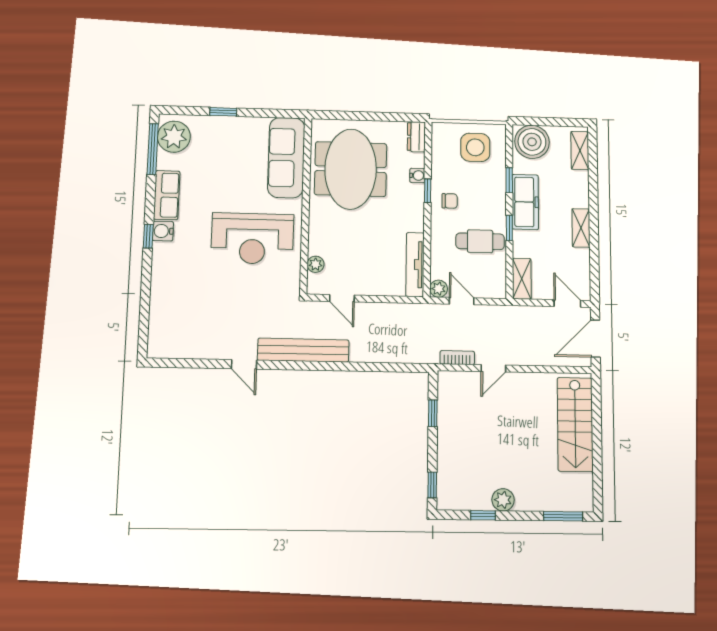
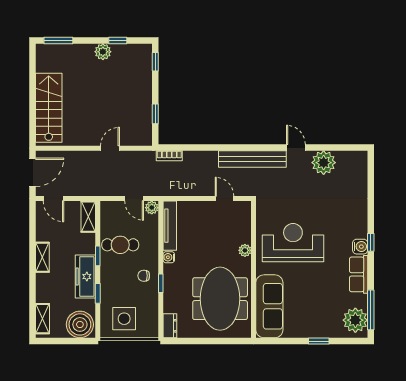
water cooler: (417, 176) -> (169, 257), moved
plant: (316, 264) -> (245, 250), moved
plant: (207, 343) -> (324, 163), added
bookcase: (457, 358) -> (169, 156), moved

